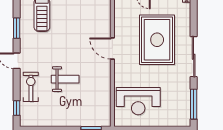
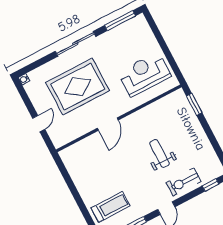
reception desk: (138, 101) -> (144, 74), turned -90

